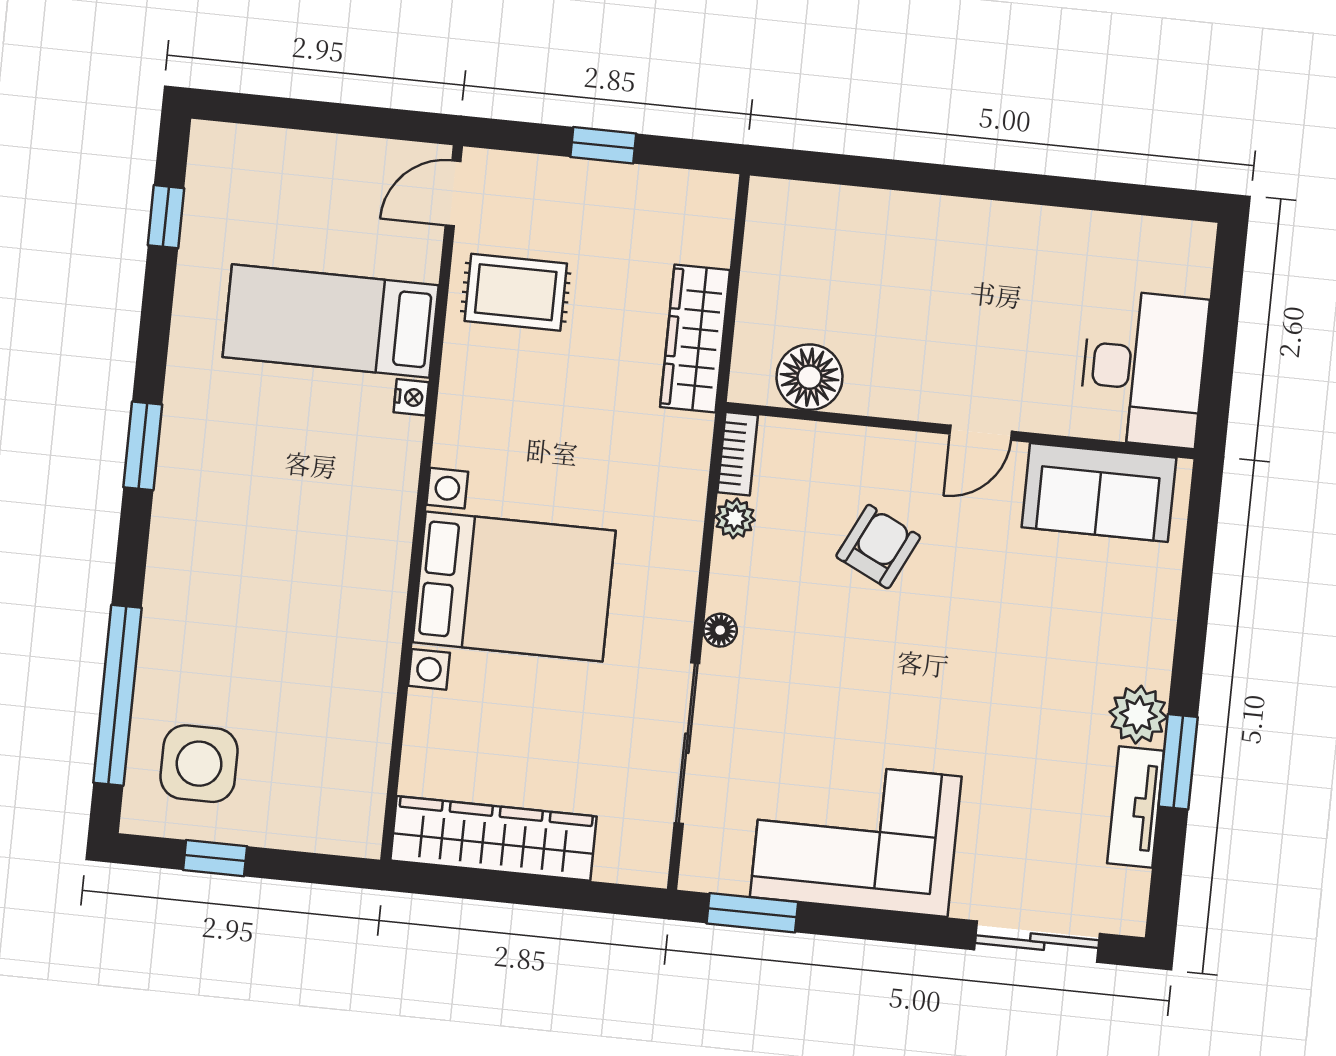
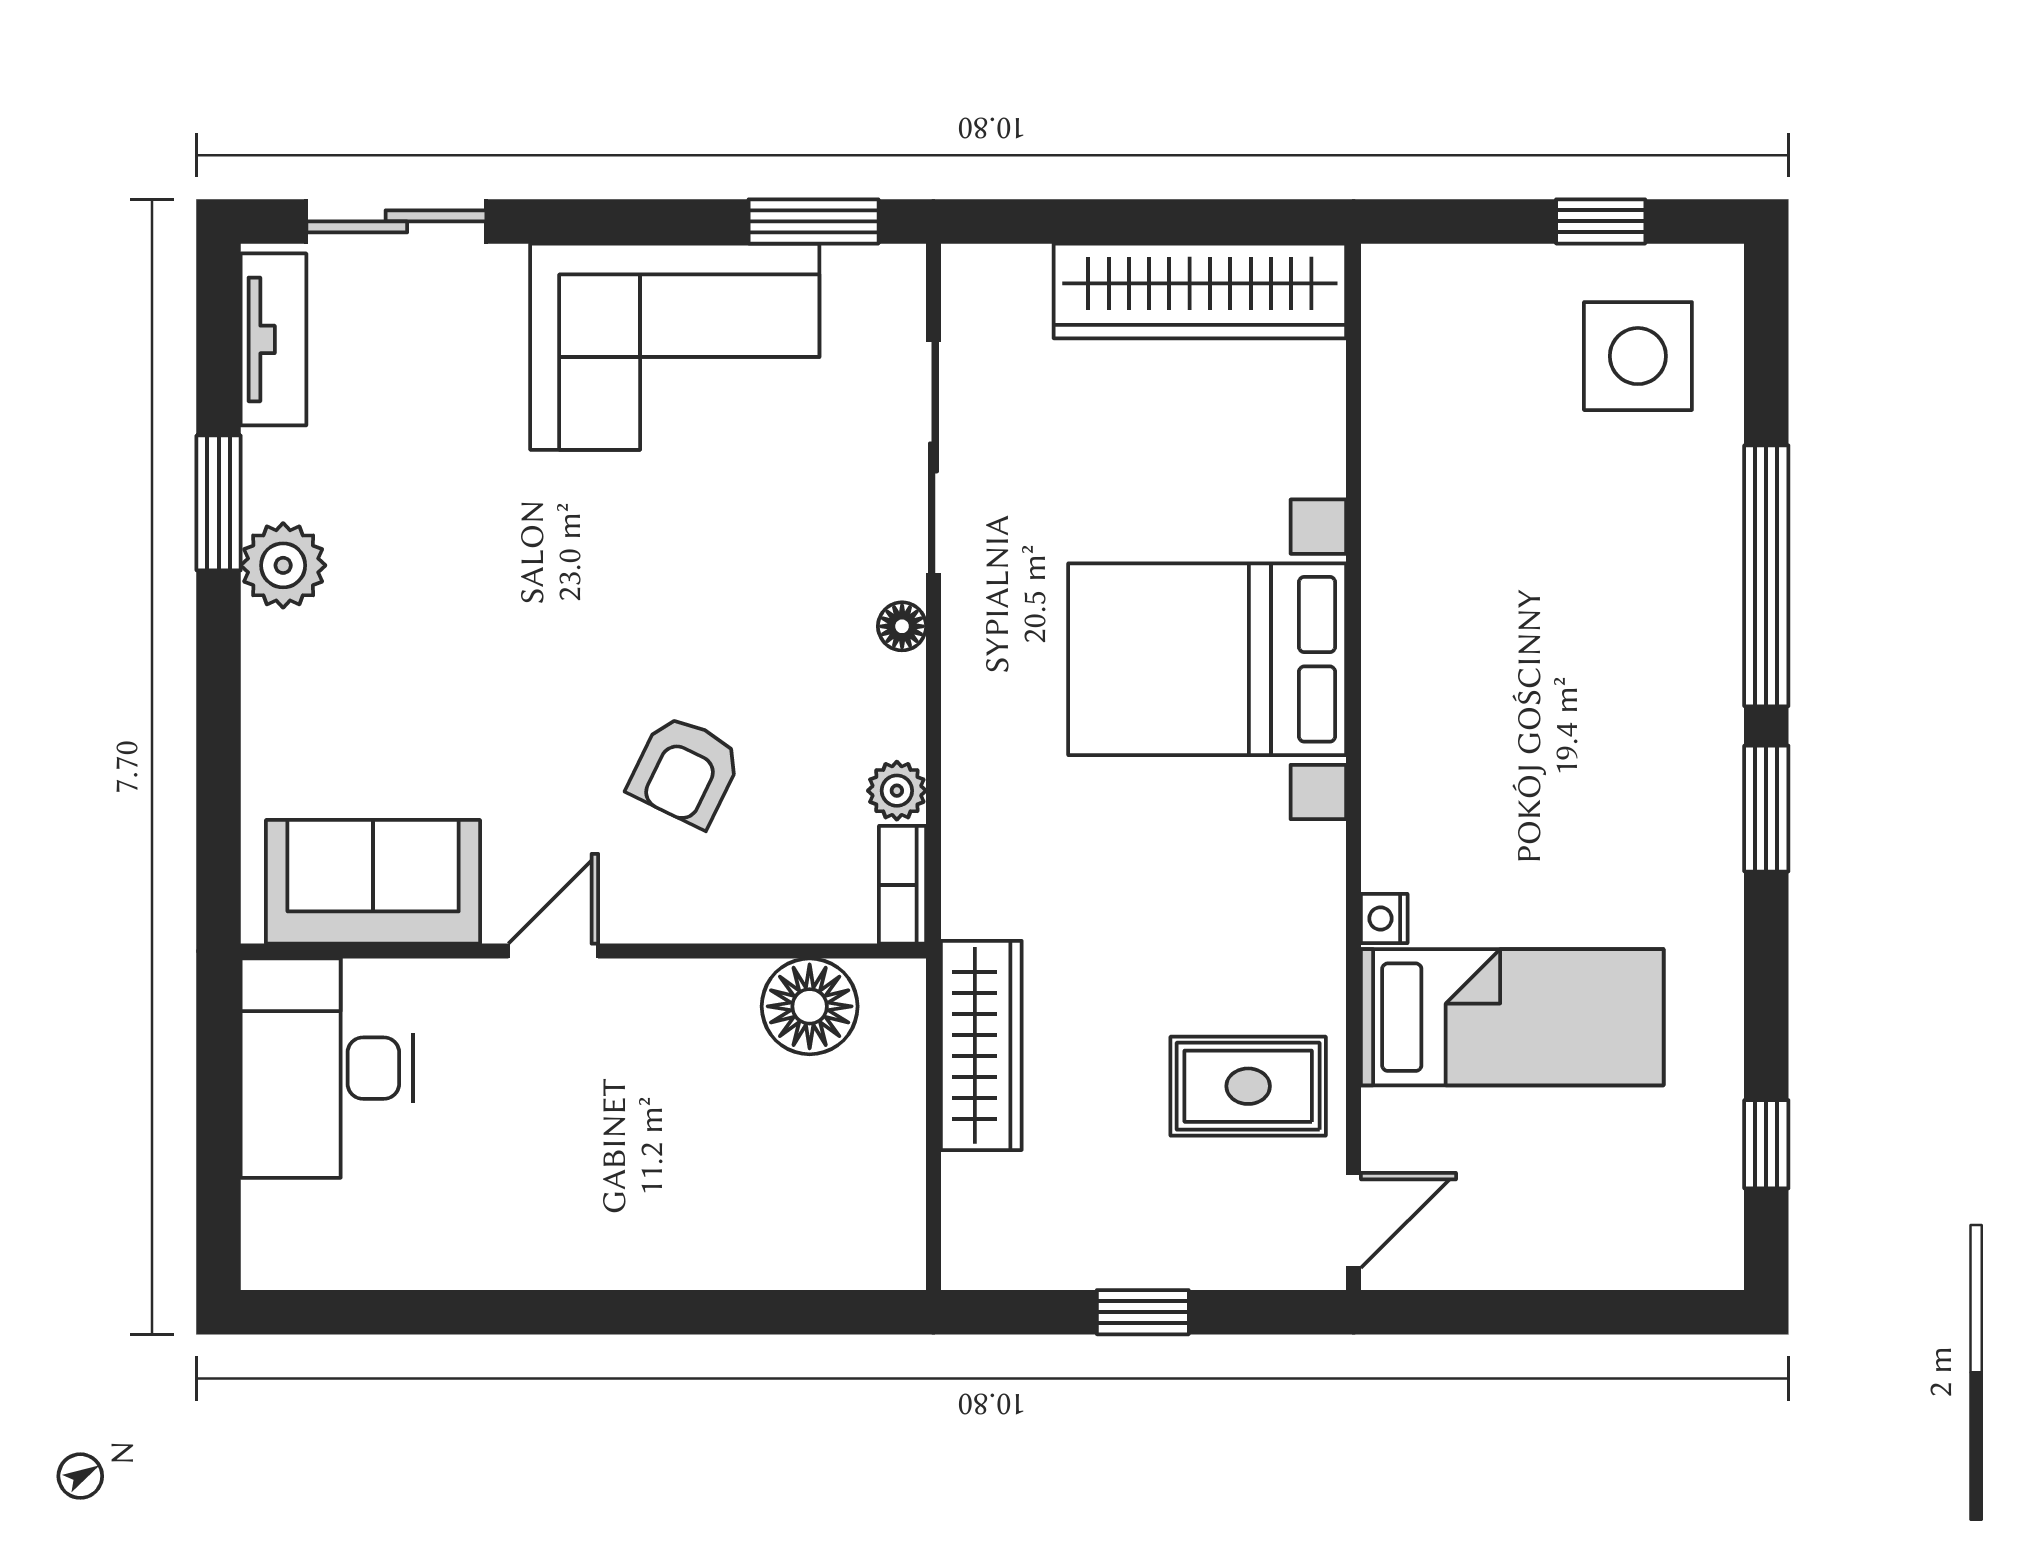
window: (117, 695) -> (1766, 576), moved
tv unit: (1136, 807) -> (273, 339), moved

